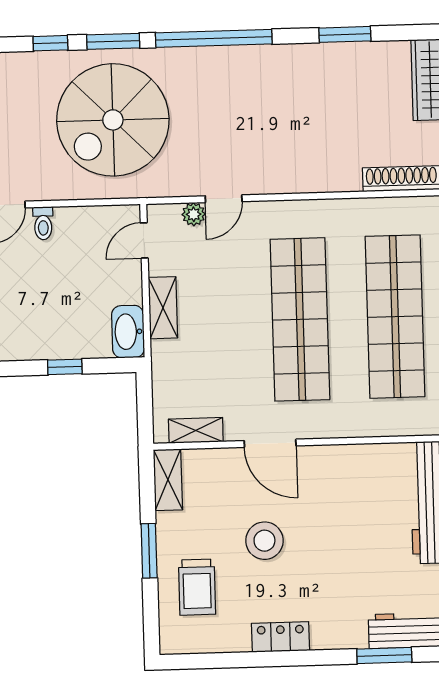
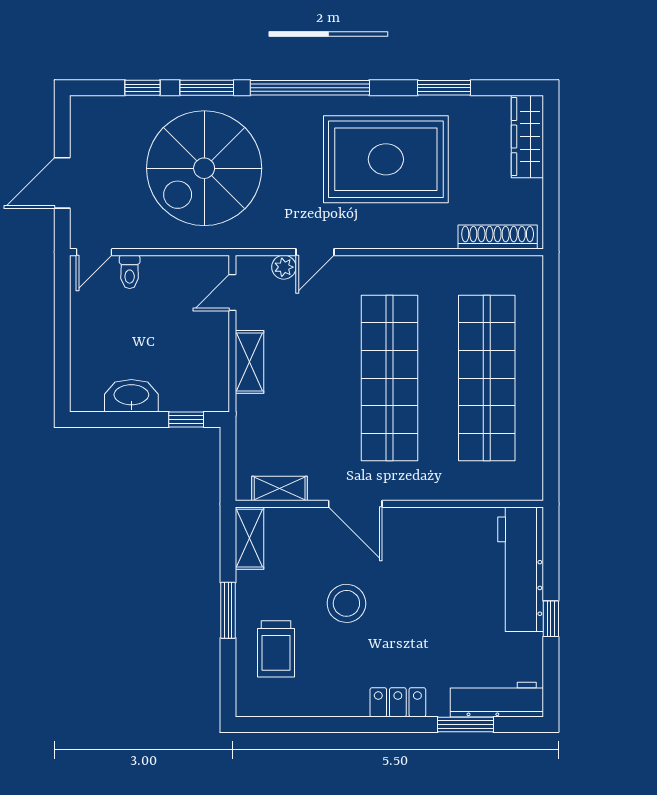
rug: (290, 106) -> (386, 159), added
washbasin: (128, 332) -> (131, 396), moved, turned 90
window: (65, 367) -> (186, 420), moved
locker: (280, 637) -> (398, 702), moved

